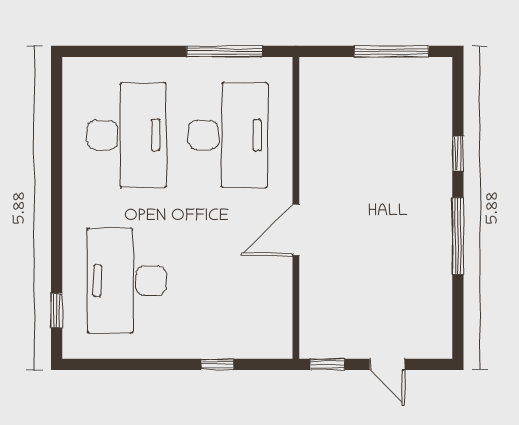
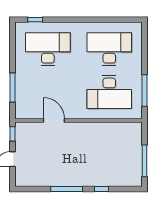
desk: (127, 135) -> (109, 49), turned 180
door: (296, 230) -> (54, 121), moved
window: (217, 364) -> (12, 87), width x2.17

